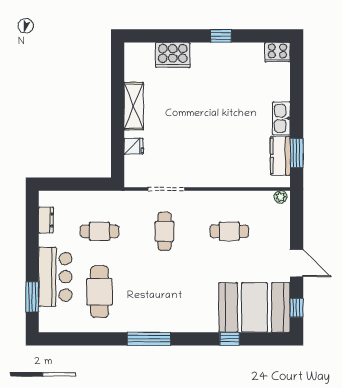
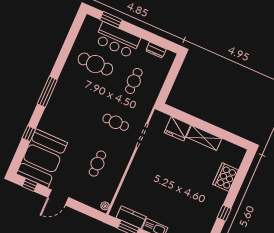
fridge: (134, 146) -> (177, 129), width x1.88, depth x1.34
window: (149, 339) -> (47, 92), moved

